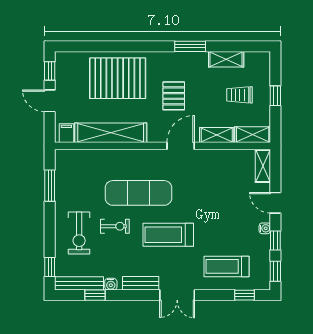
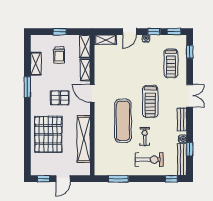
filing cabinet: (66, 133) -> (84, 168), removed

